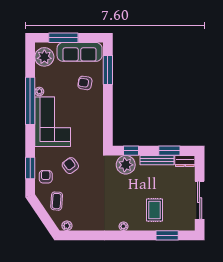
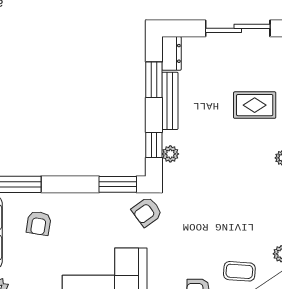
window: (108, 129) -> (118, 184), added
plant: (126, 165) -> (170, 154), width x0.53, depth x0.53
armchair: (70, 166) -> (147, 212), moved

